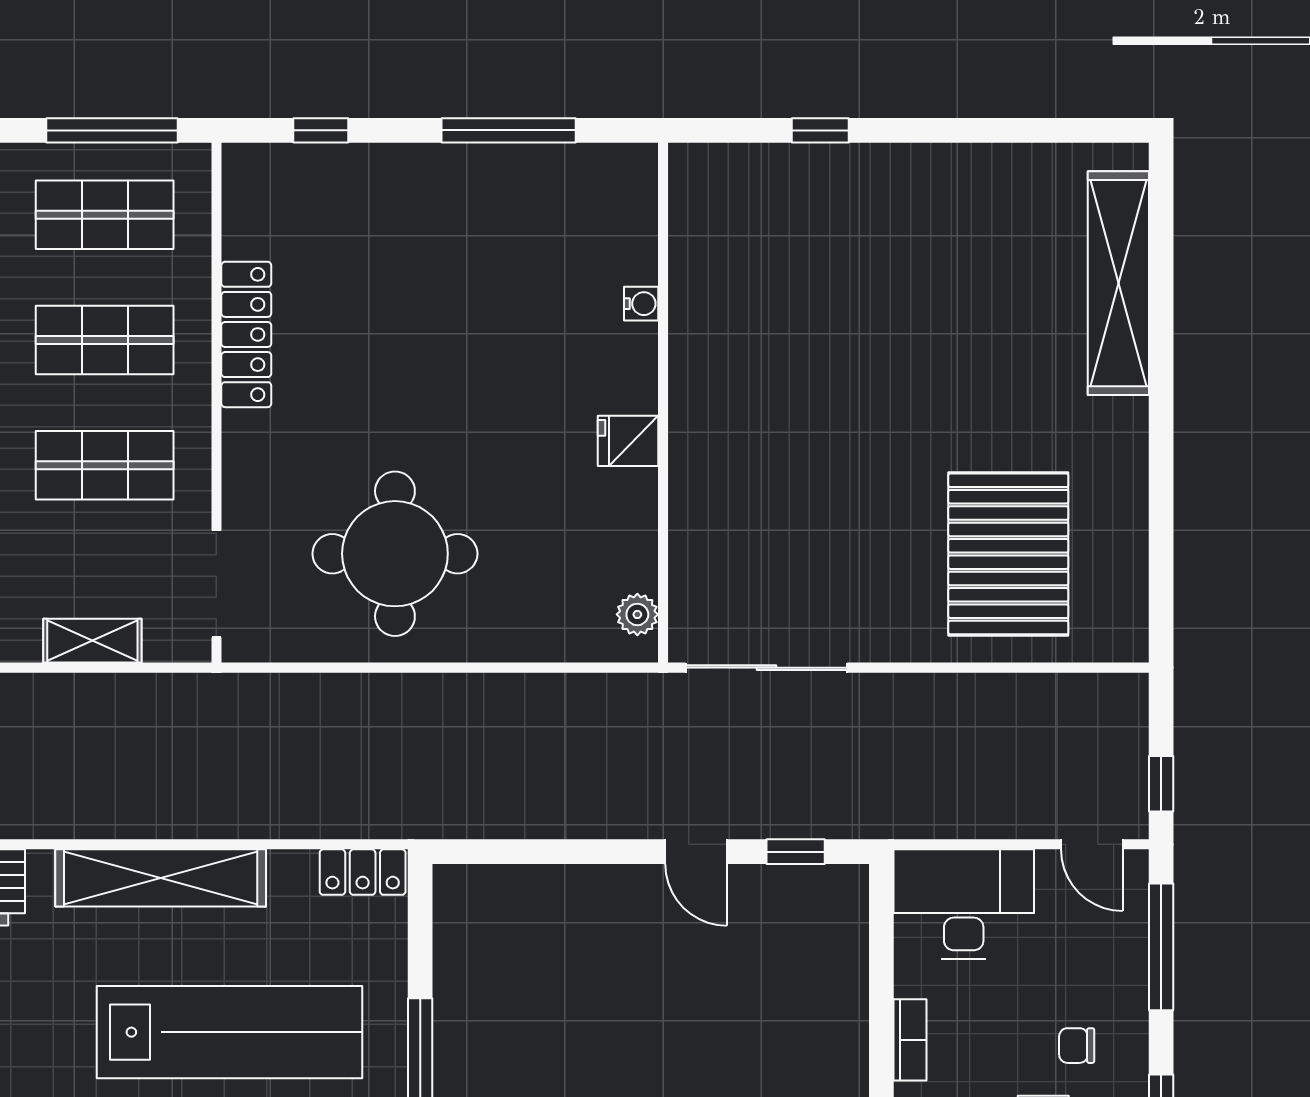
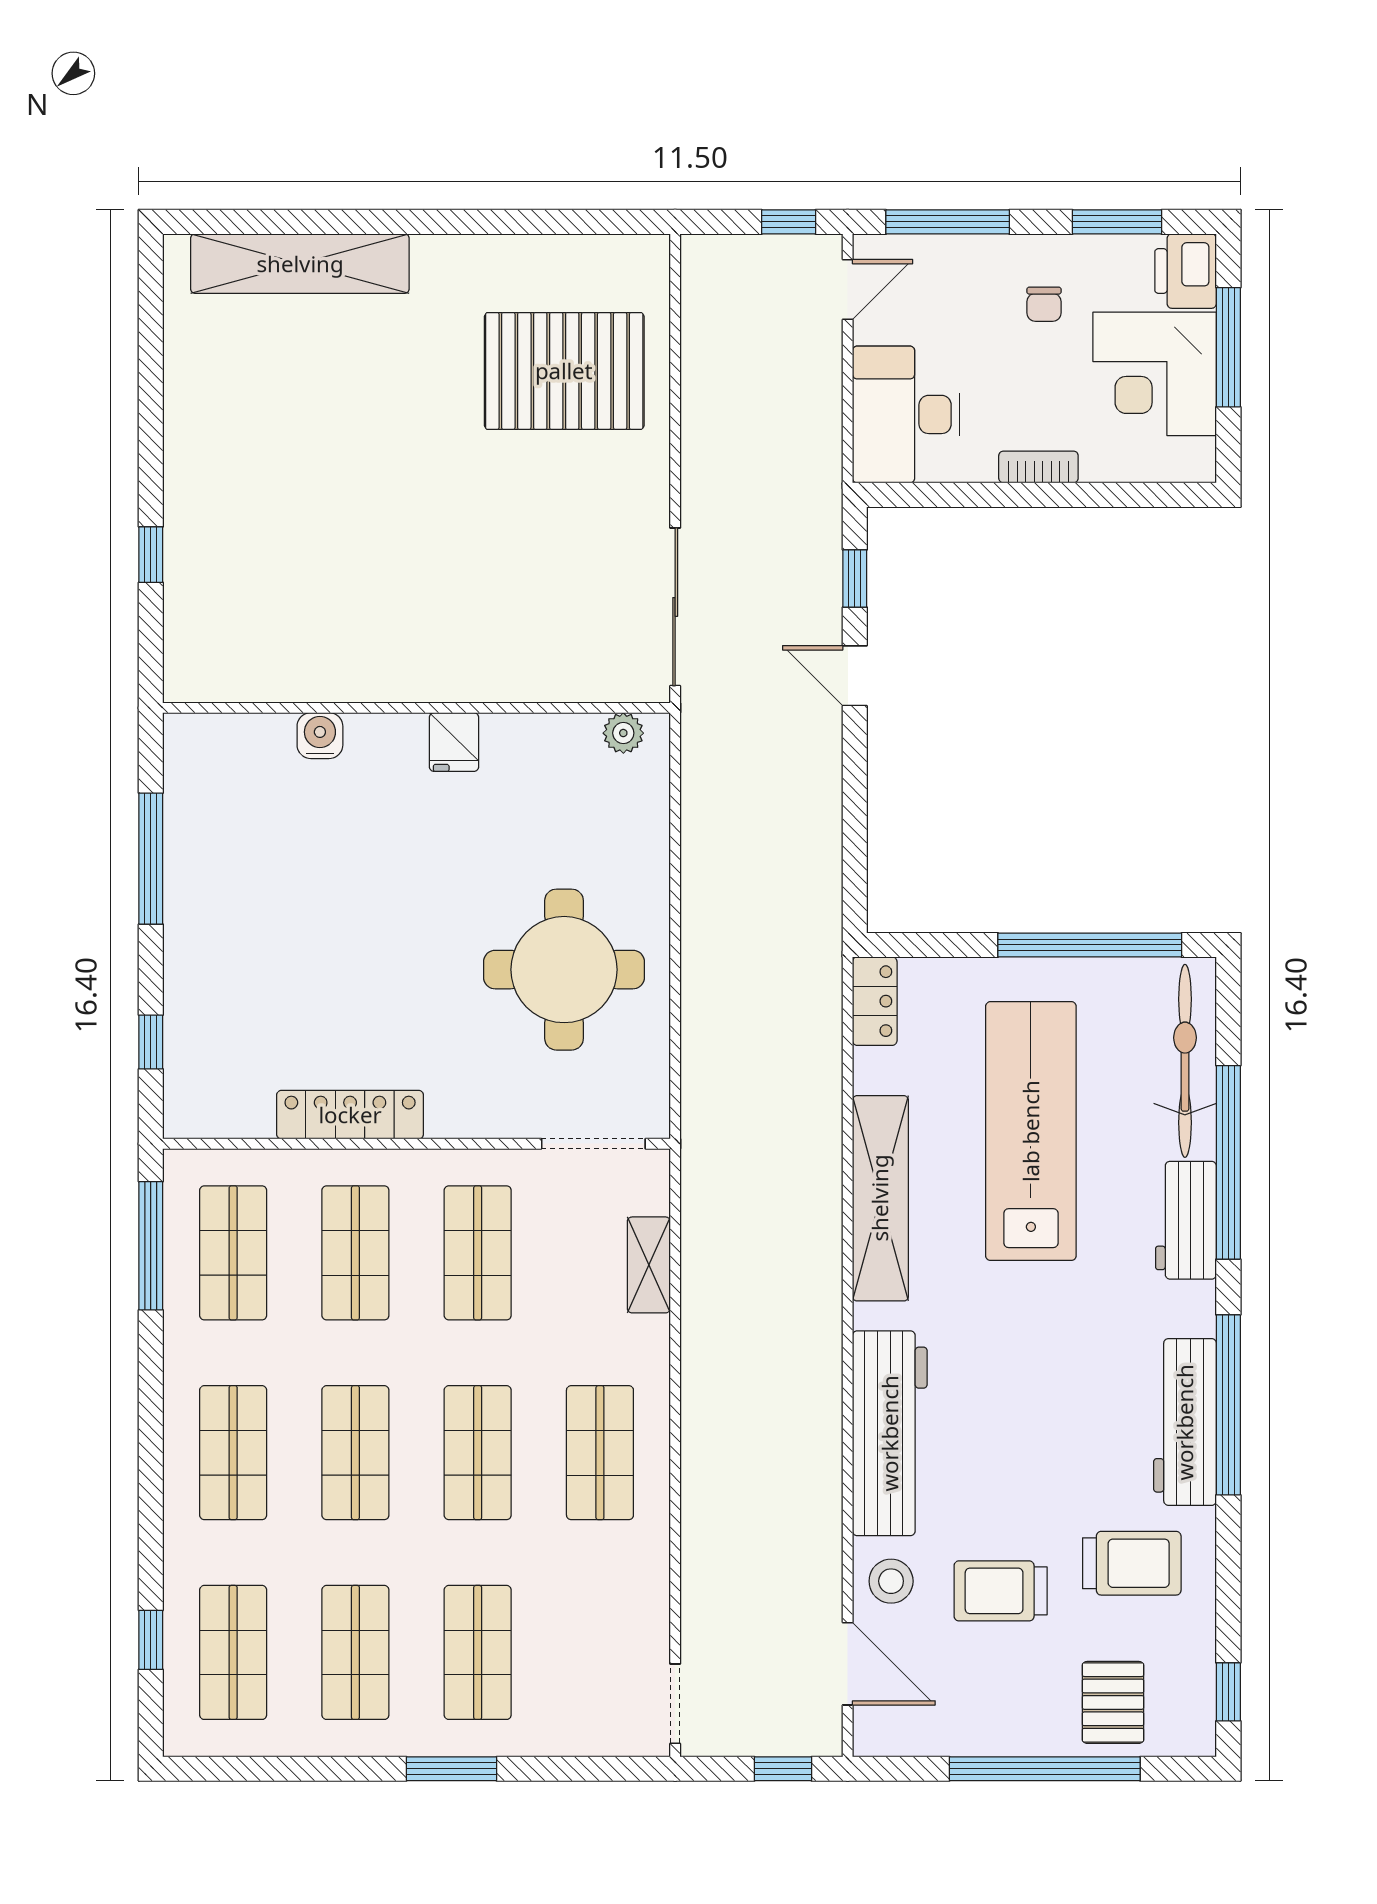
water cooler: (641, 304) -> (320, 736), width x1.38, depth x1.38
door: (696, 852) -> (855, 676), swing flipped

